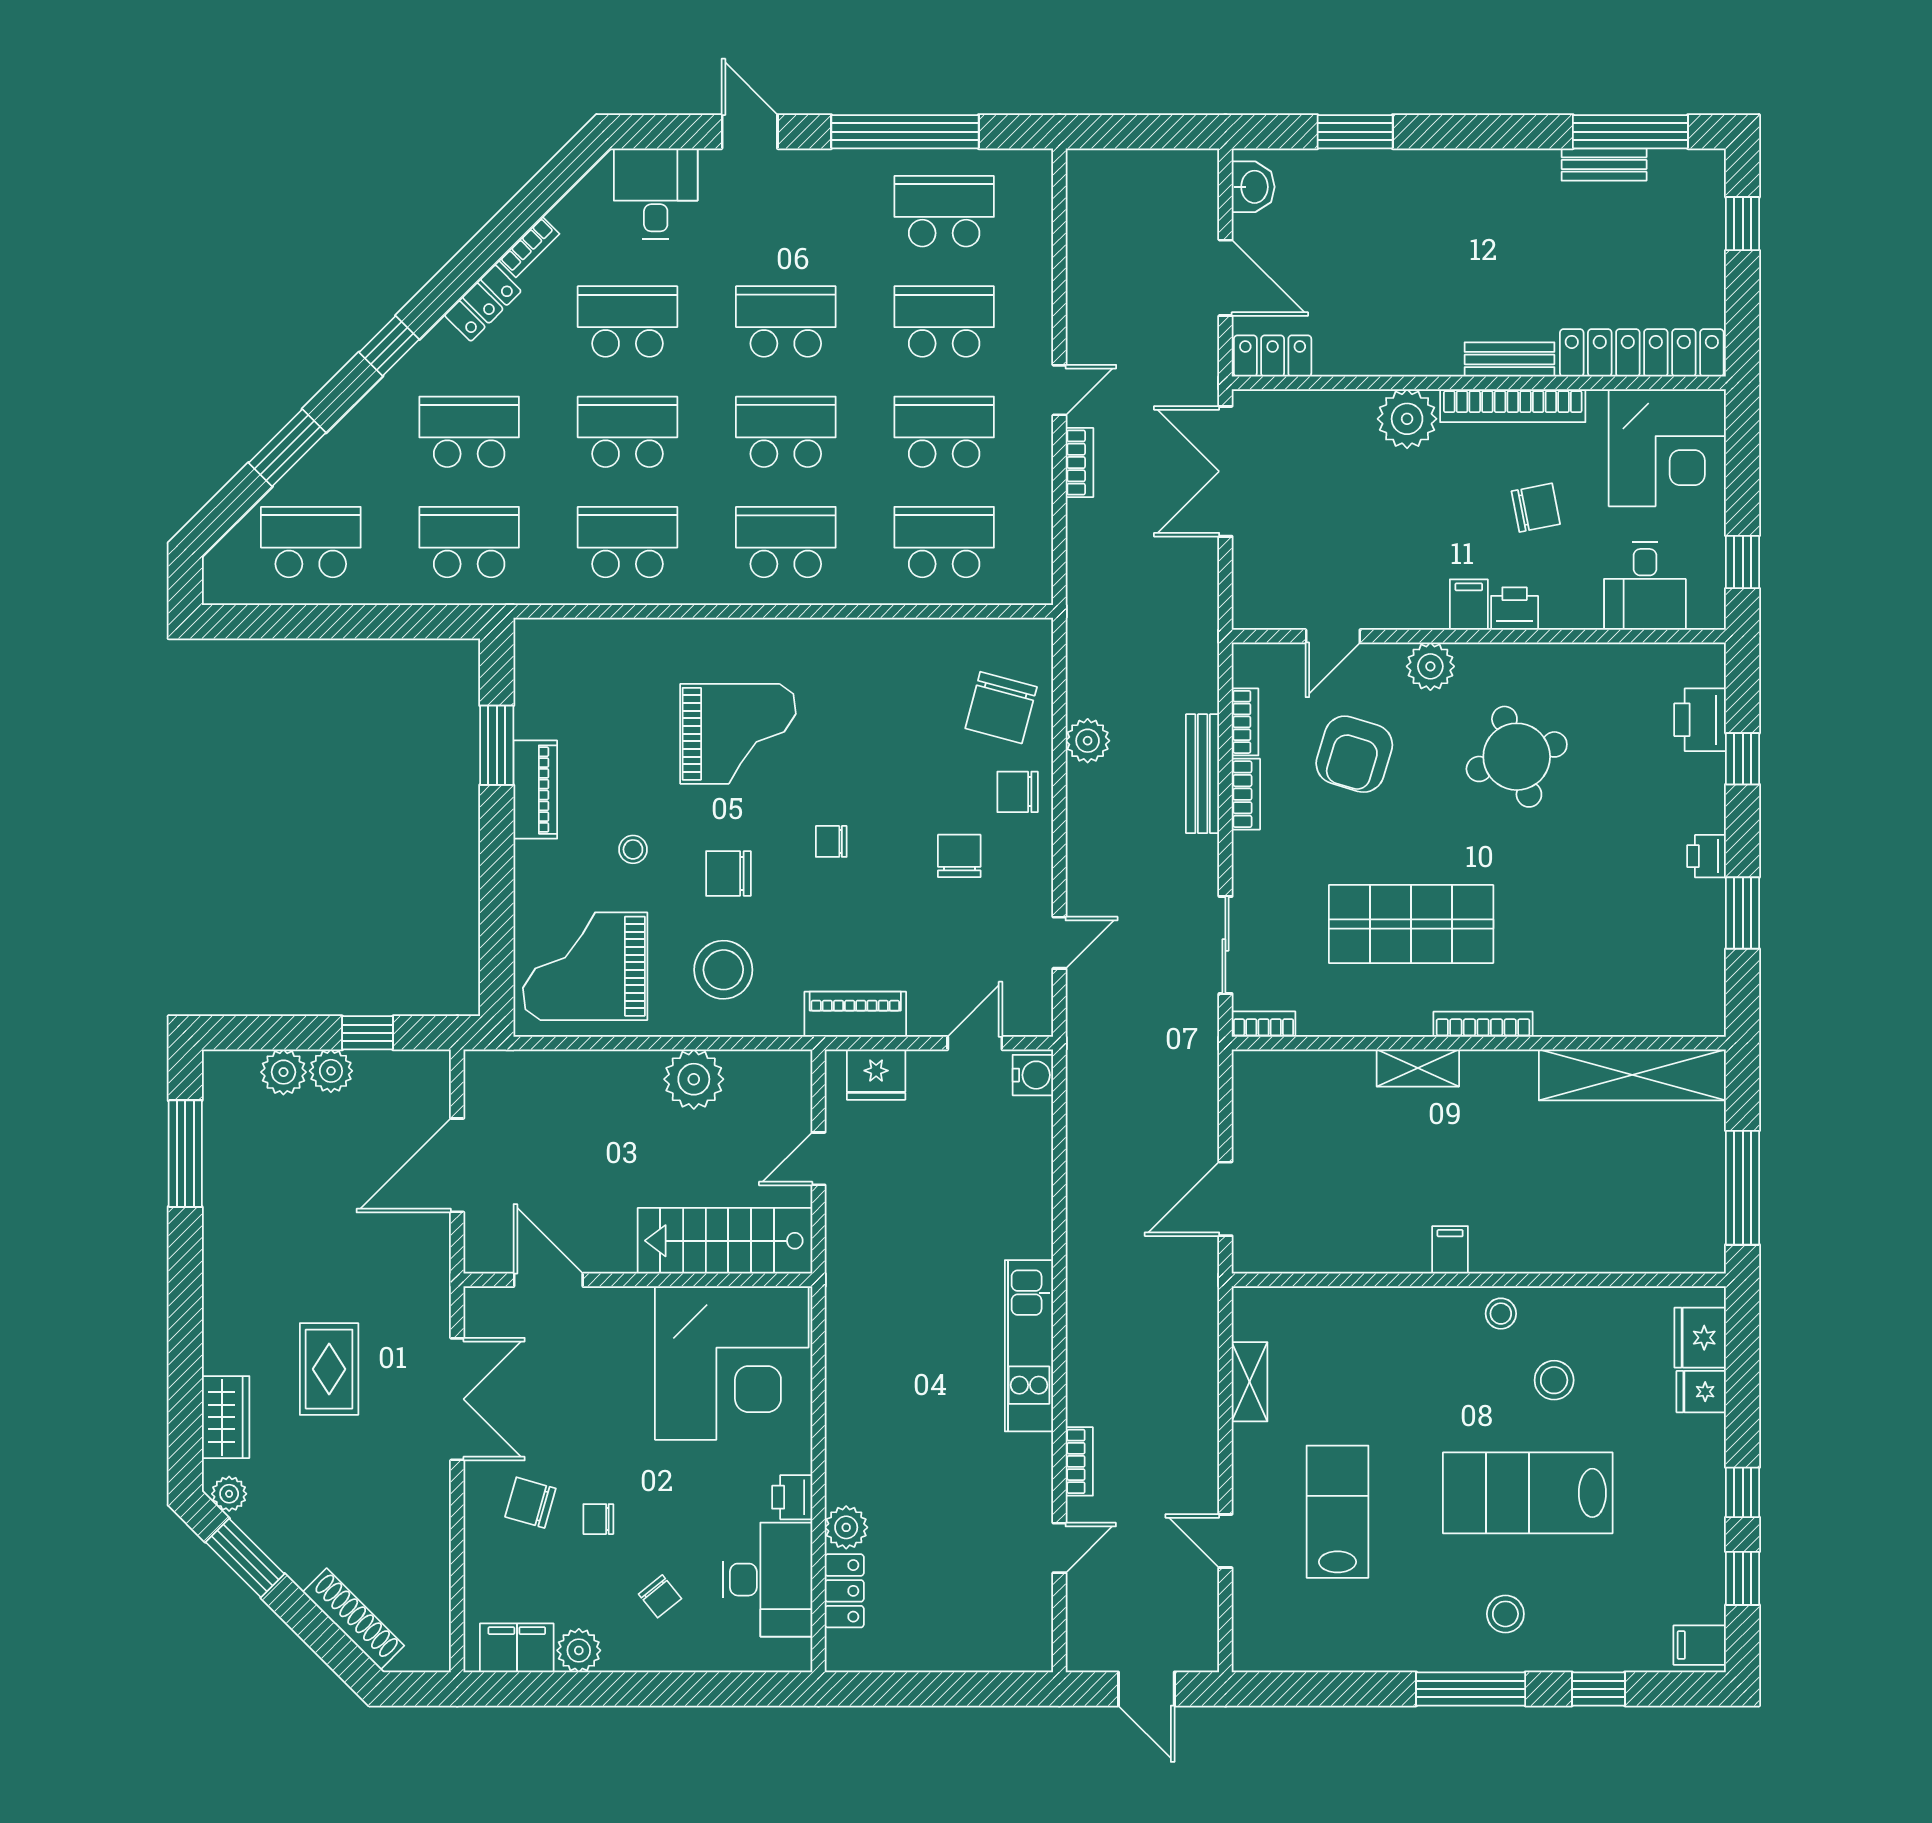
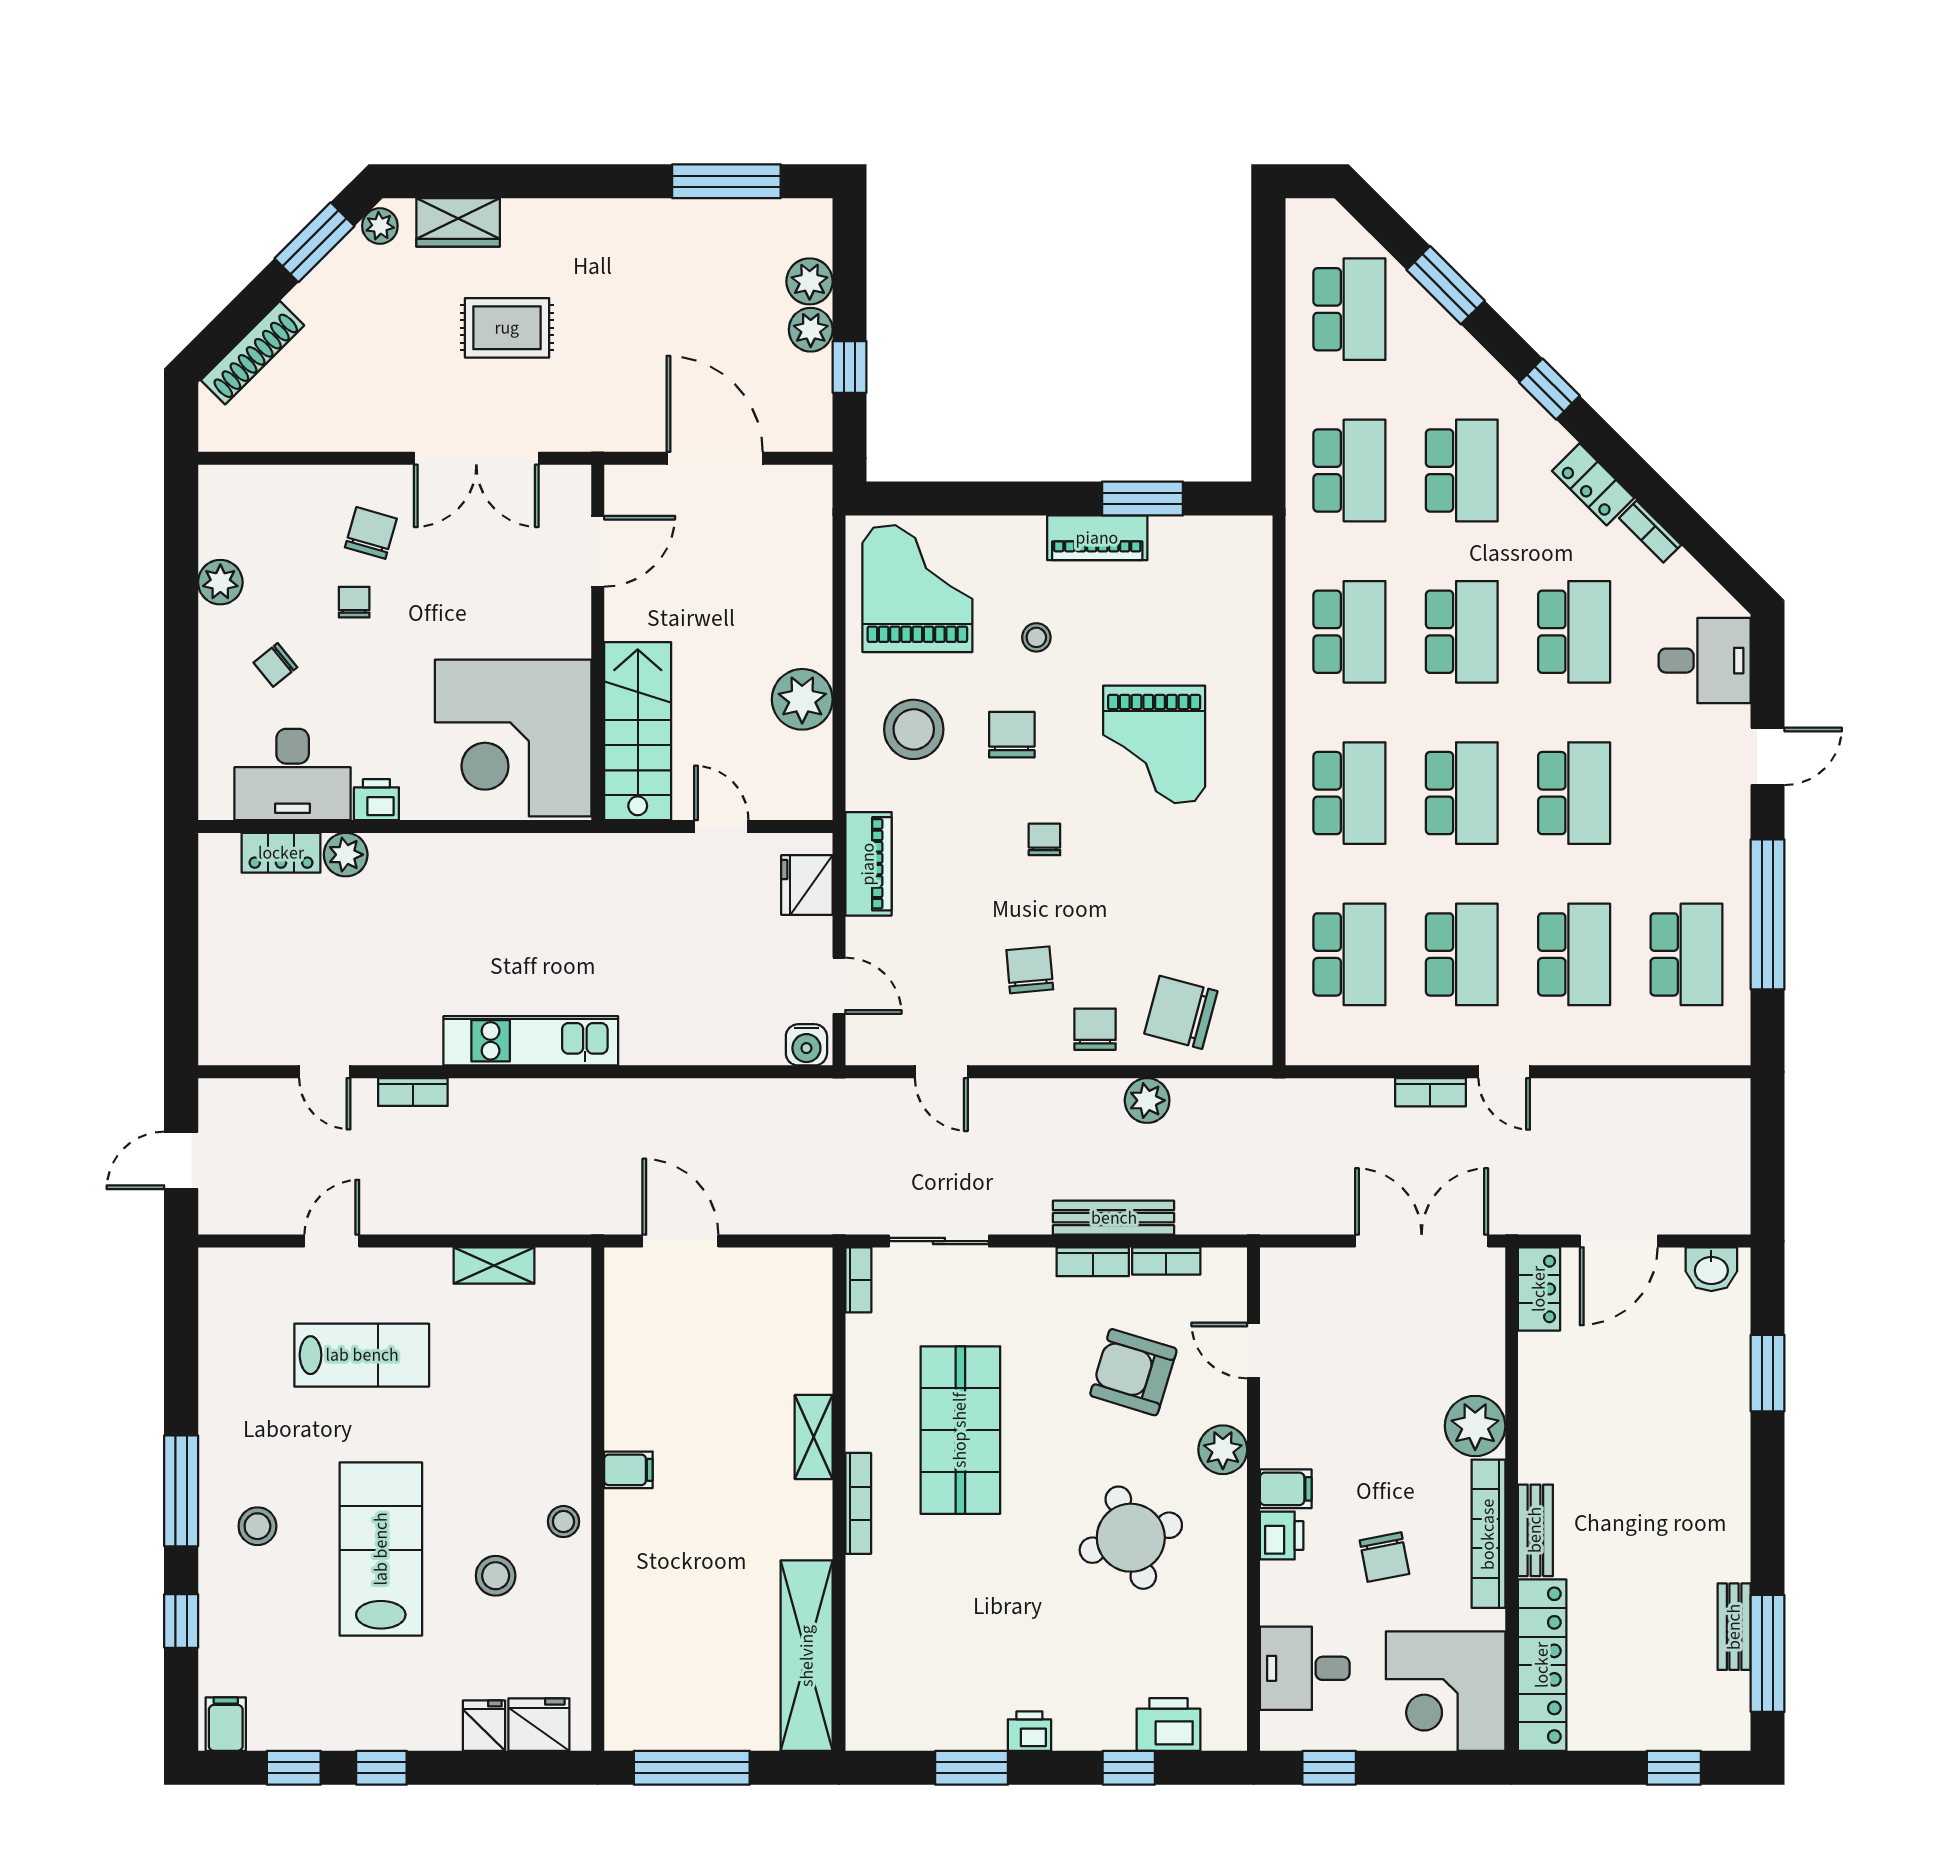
chair: (959, 856) -> (1030, 970), turned -95
filing cabinet: (517, 1648) -> (223, 519), removed

